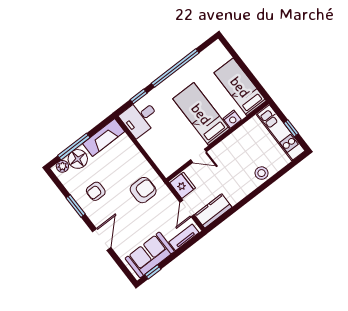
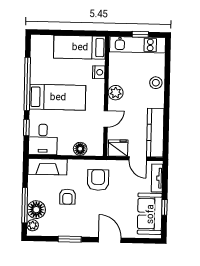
bed: (201, 114) -> (58, 97), moved, turned 180
fireplace: (104, 138) -> (48, 167), moved, turned 90
plant: (227, 147) -> (116, 93), added
floor lamp: (157, 155) -> (80, 149), added
armchair: (96, 191) -> (67, 197), moved
kitchen counter: (213, 211) -> (155, 133), width x1.50
window: (153, 272) -> (164, 207), moved

